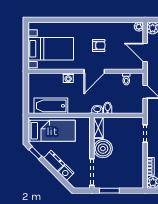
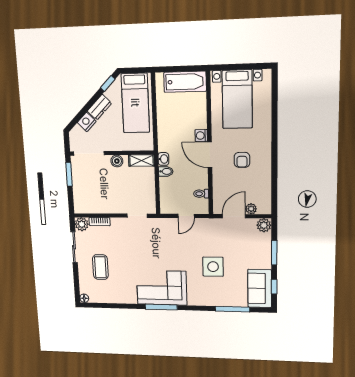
plant: (139, 27) -> (251, 209), moved
washing machine: (68, 78) -> (201, 136), moved
bathtub: (51, 106) -> (185, 82), moved, turned 90
boiler: (103, 149) -> (117, 161), width x0.54, depth x0.54

